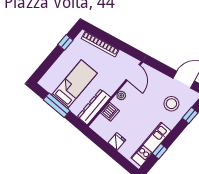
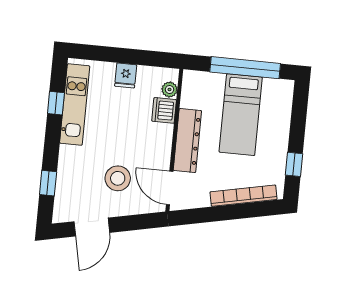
plant: (121, 95) -> (170, 90), moved
stool: (171, 104) -> (118, 178), moved
window: (57, 105) -> (245, 68), width x1.46
dresser: (94, 107) -> (187, 141), moved

